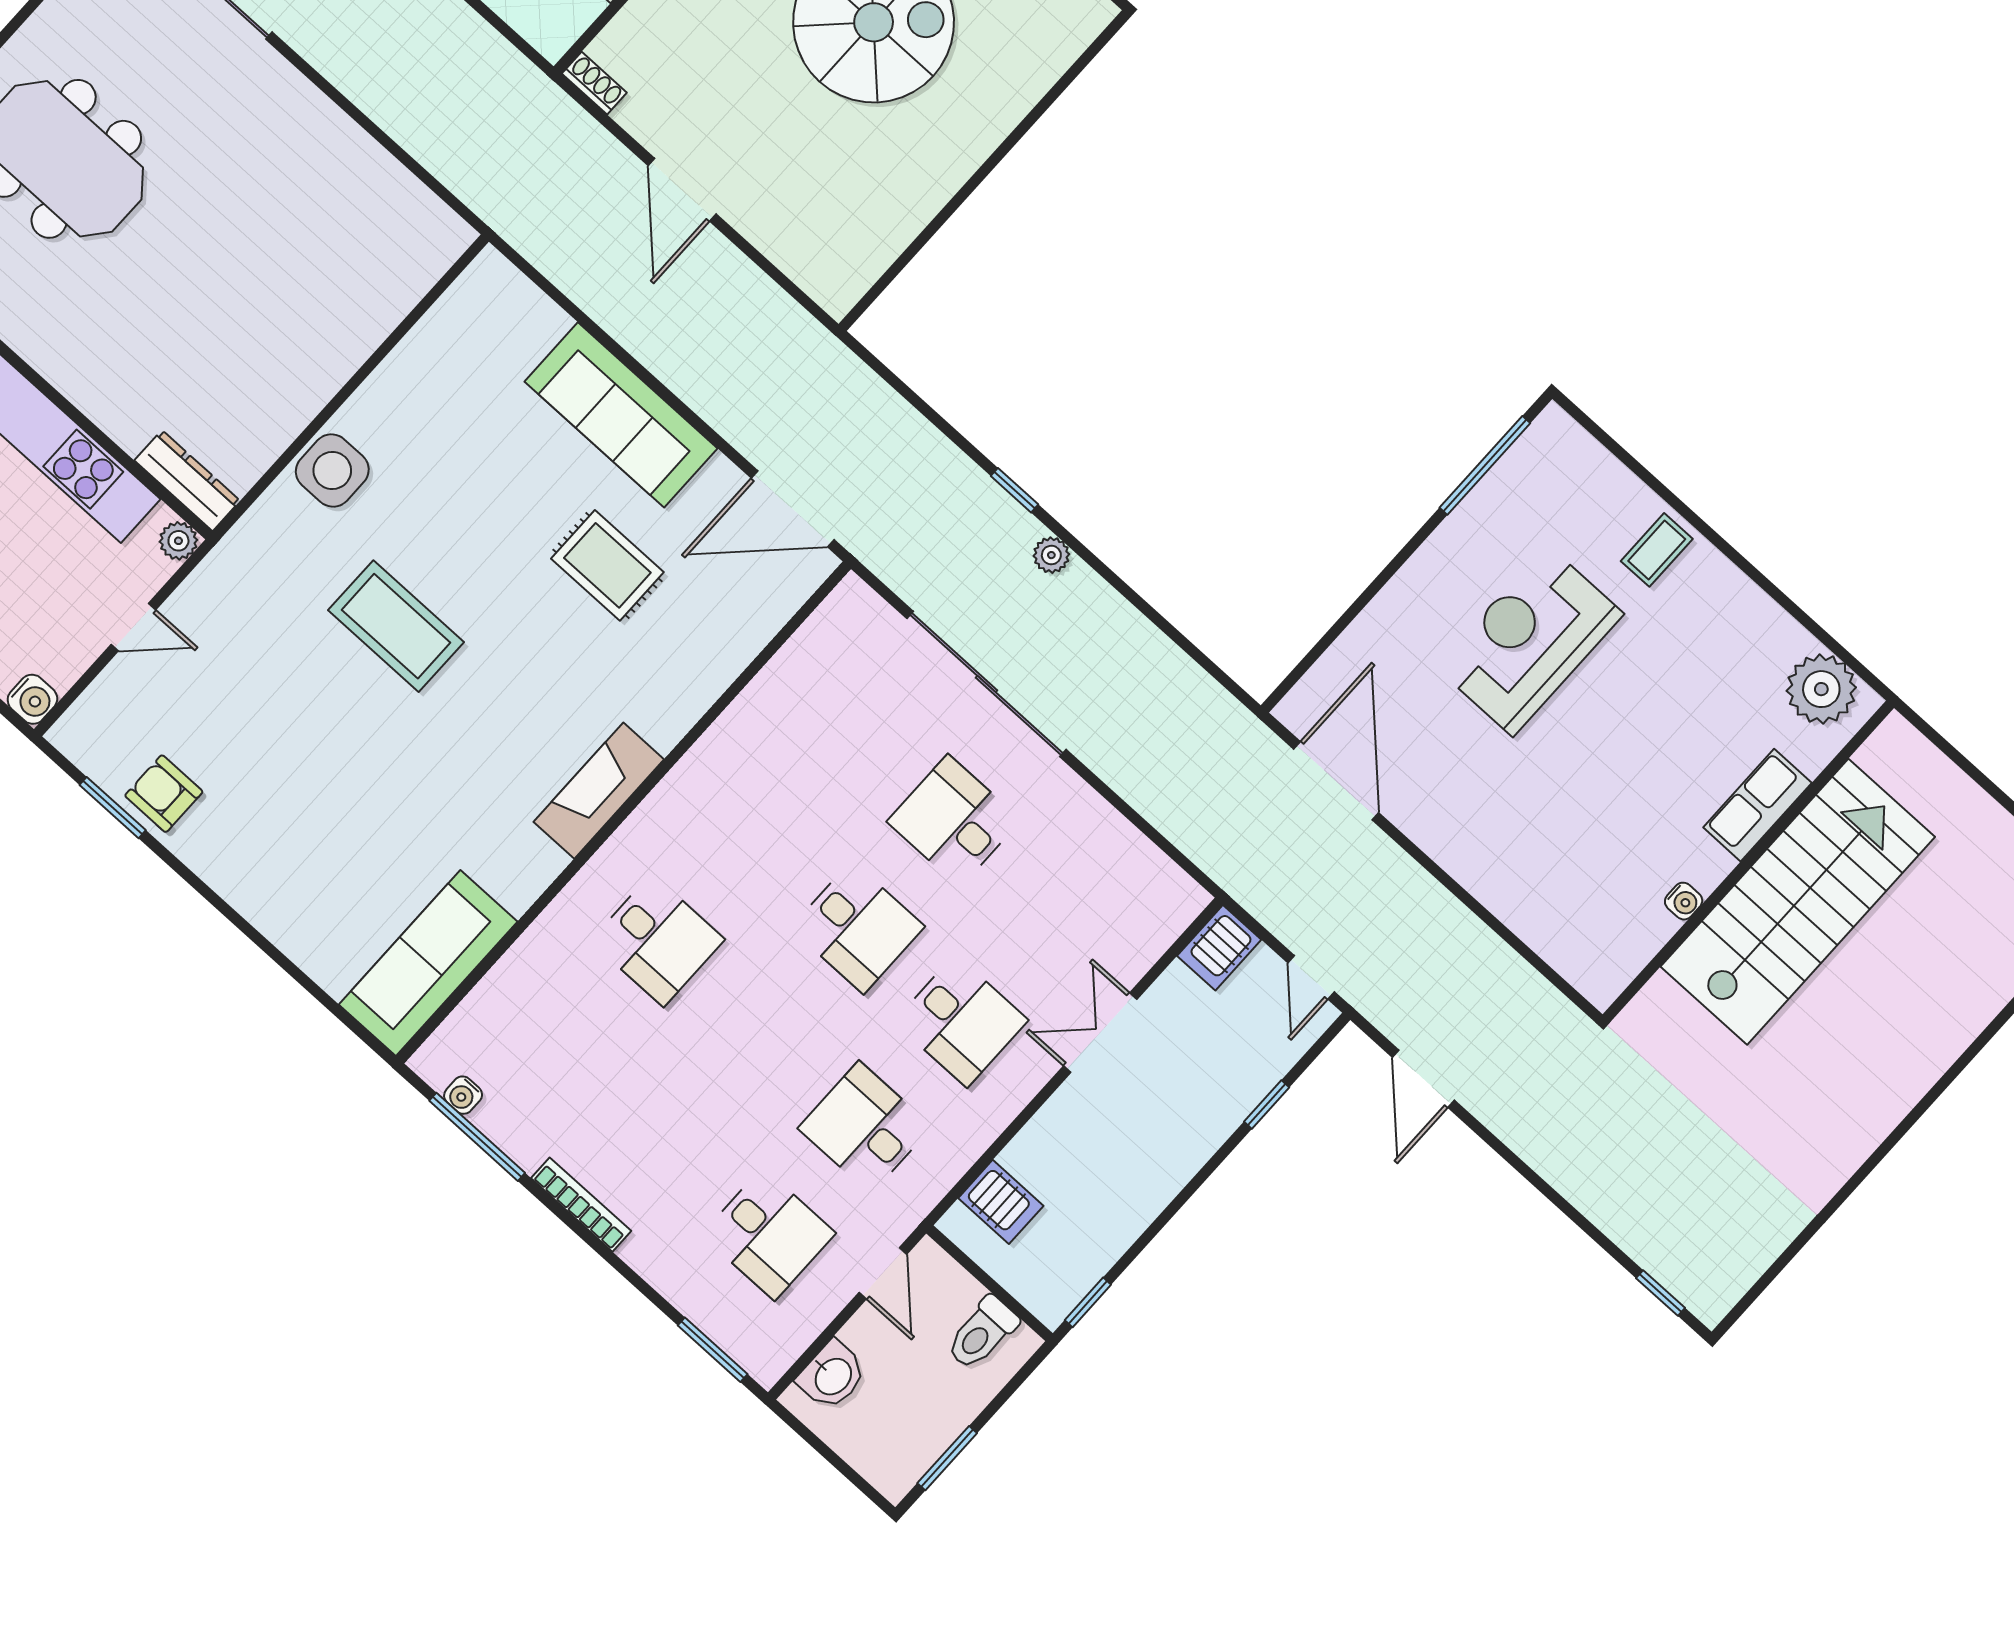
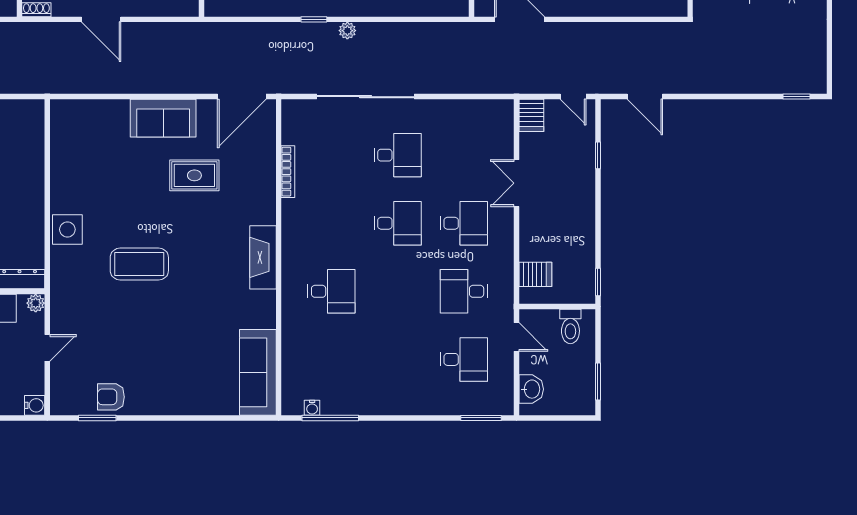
sofa: (621, 415) -> (163, 118), width x0.73
desk: (954, 821) -> (398, 155), turned 180
bookcase: (581, 1205) -> (288, 172), moved, turned 90

